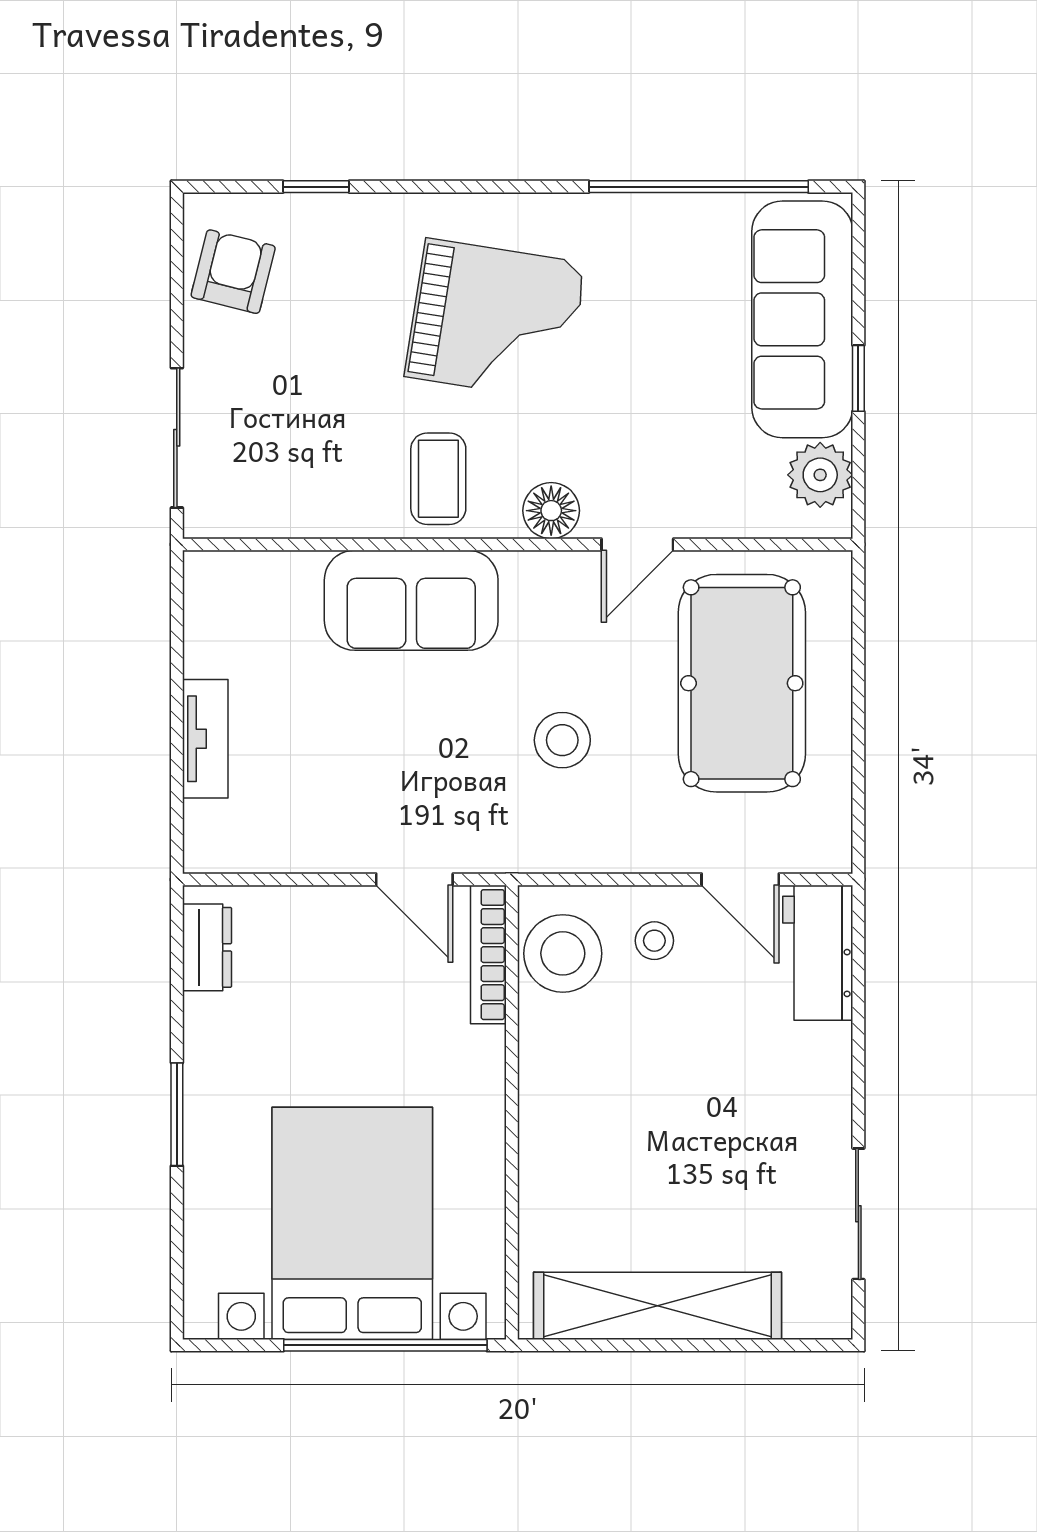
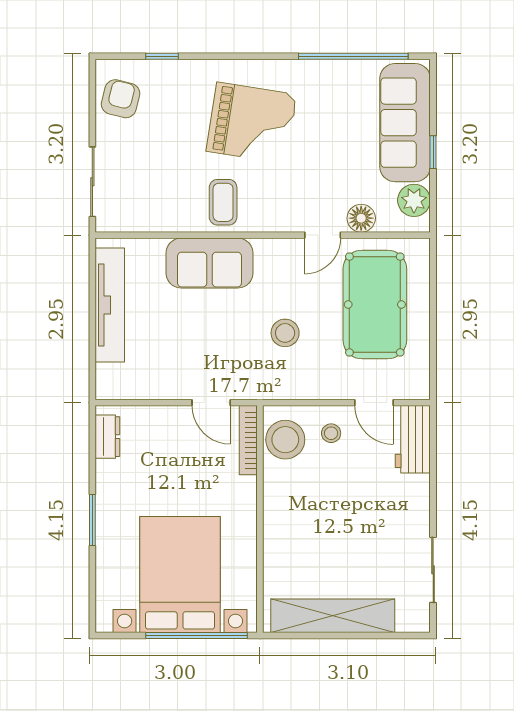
floor lamp: (551, 511) -> (361, 218), moved
tv unit: (205, 739) -> (110, 305), width x1.92, depth x1.29

